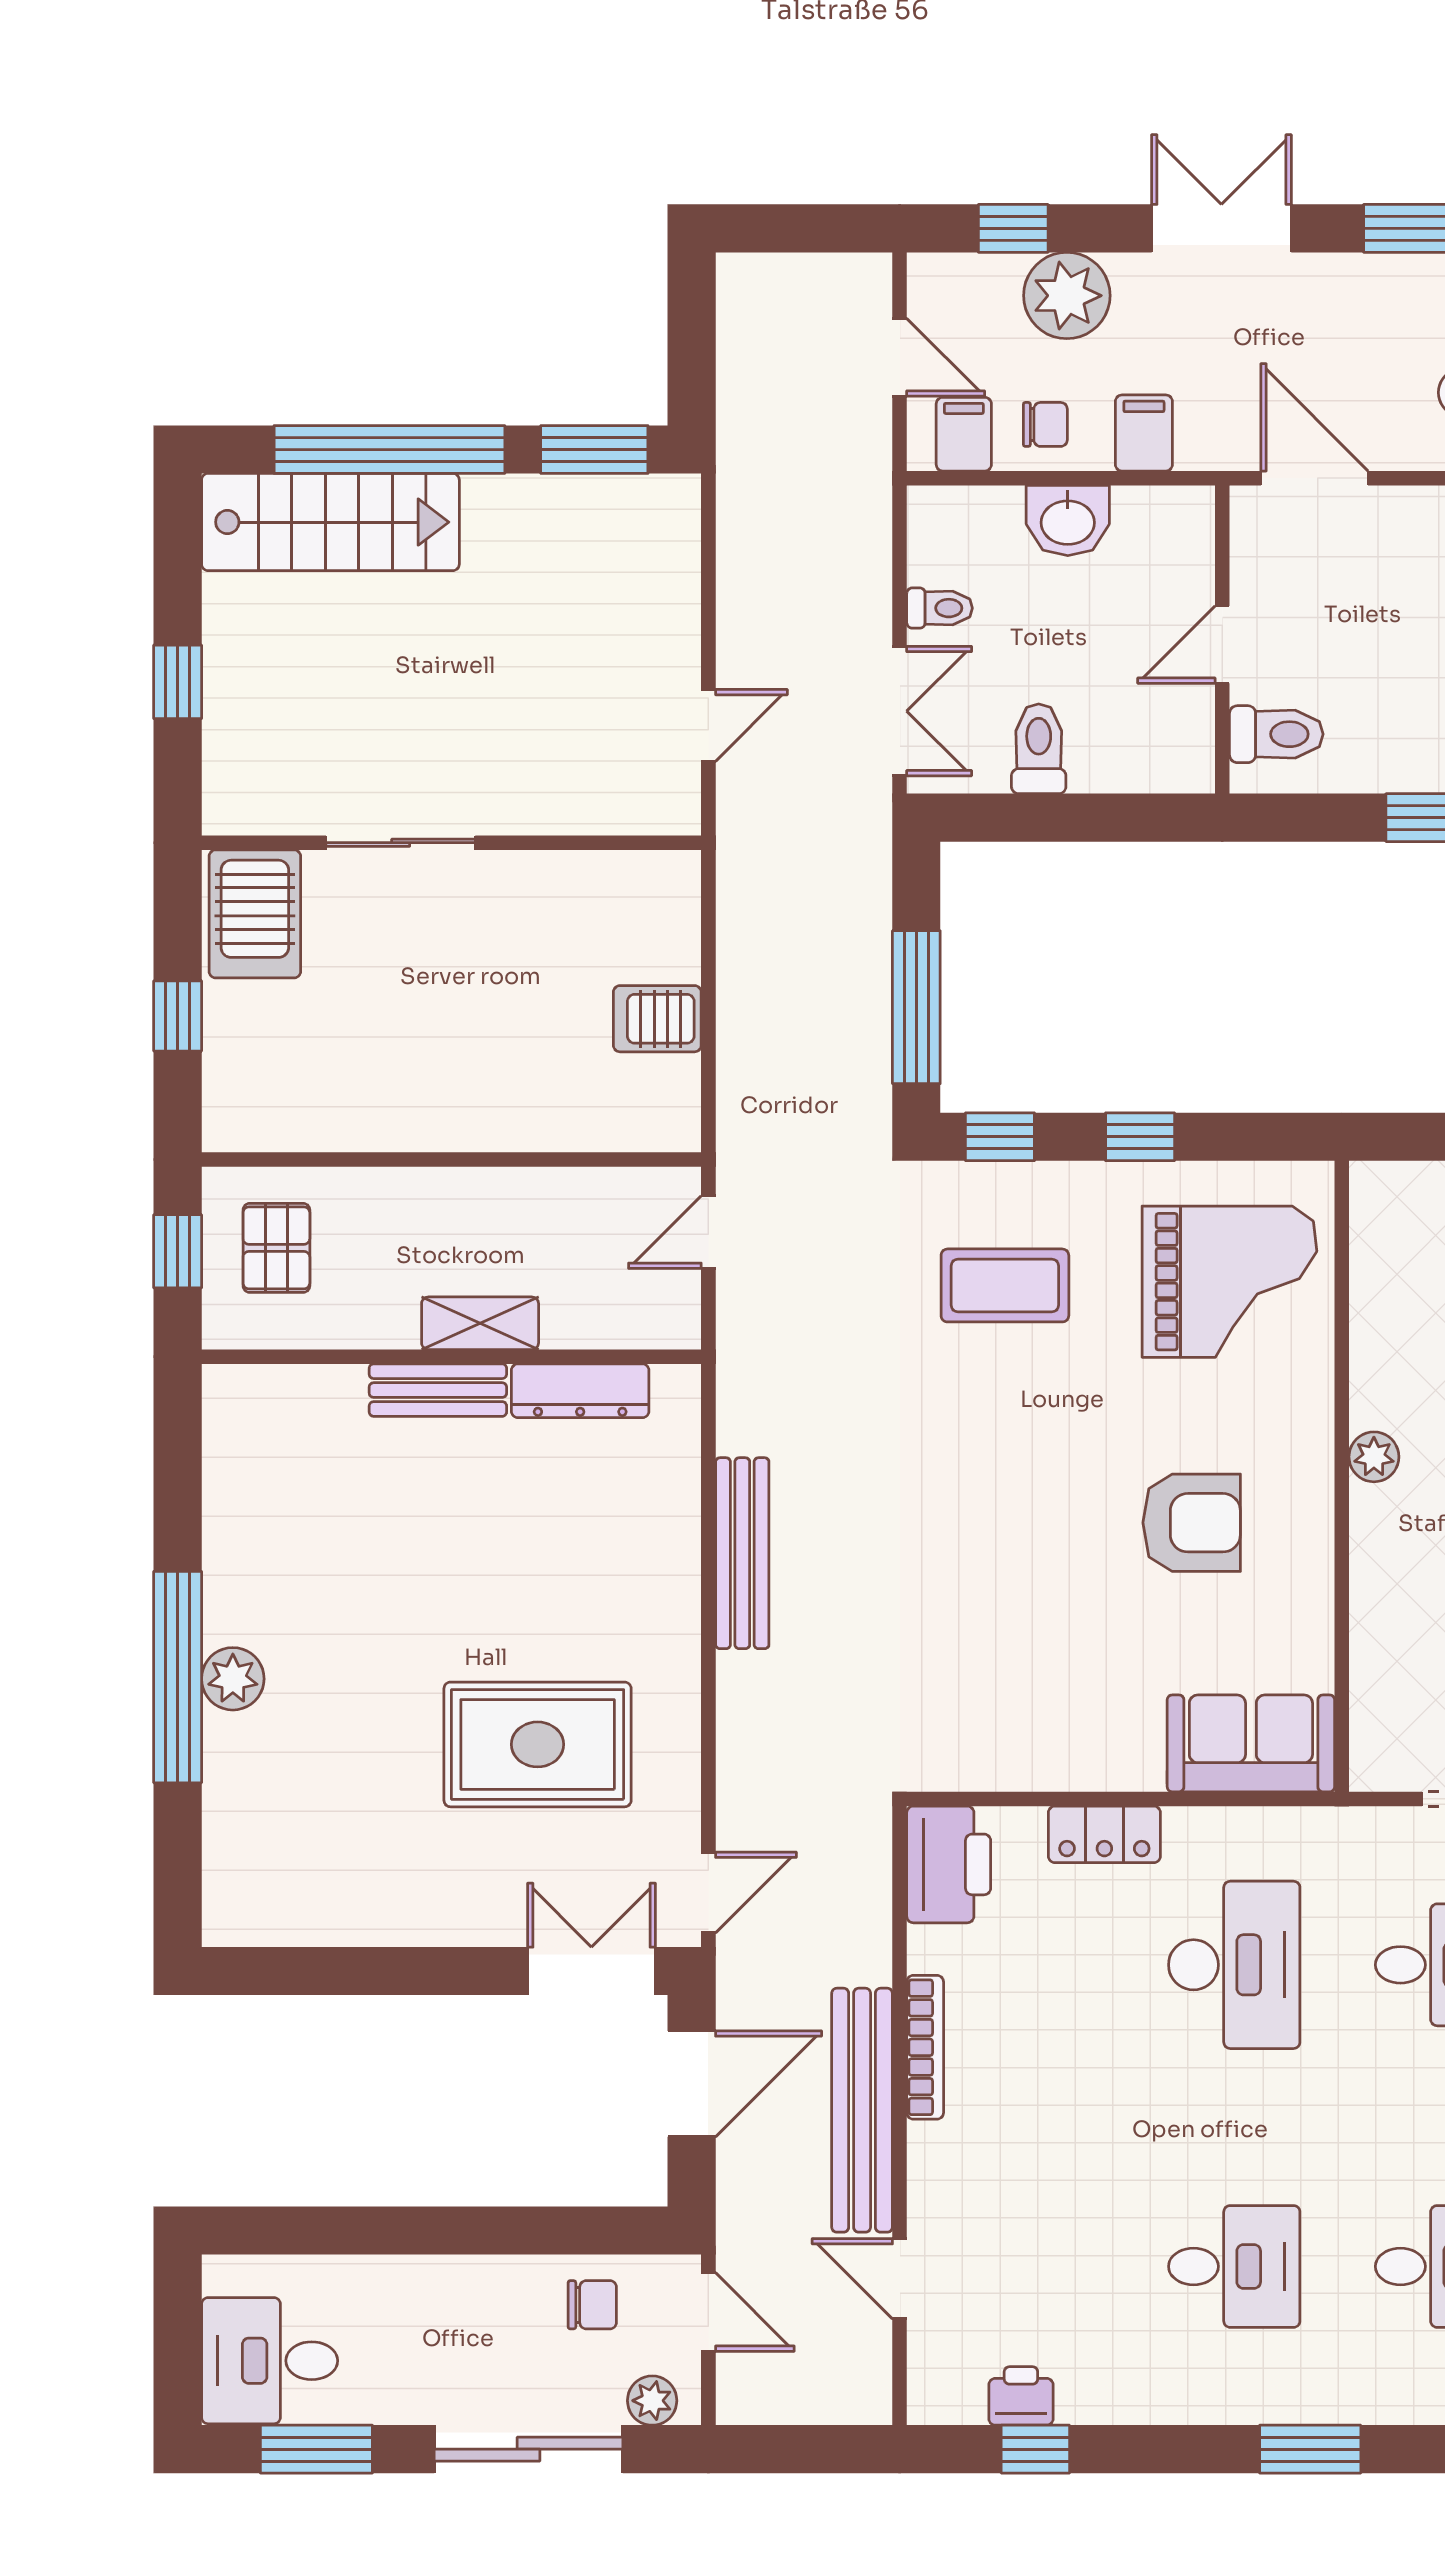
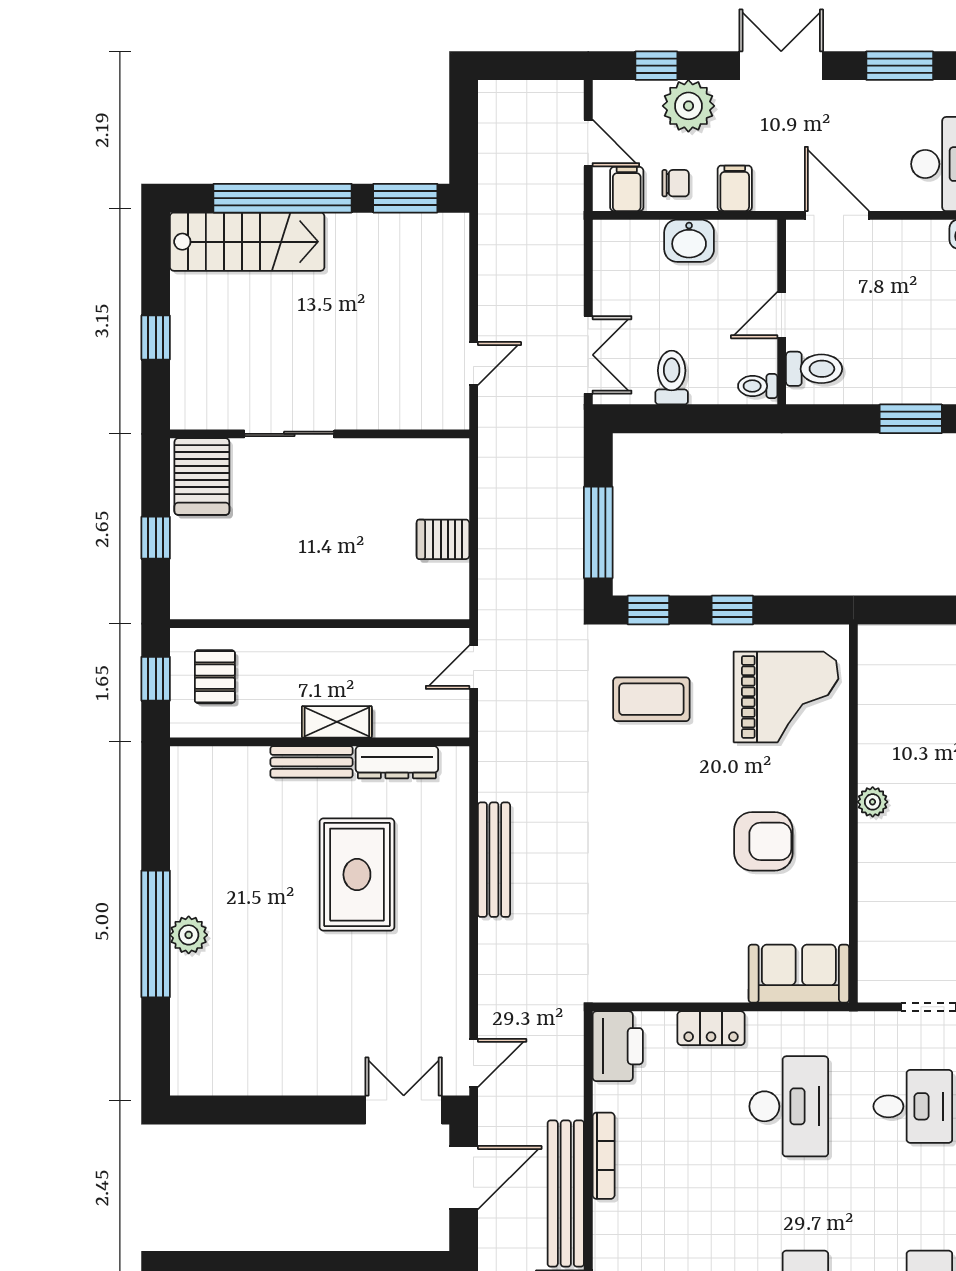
toilet: (940, 608) -> (758, 386), moved, turned 180
rug: (538, 1744) -> (357, 875), moved, turned 90

